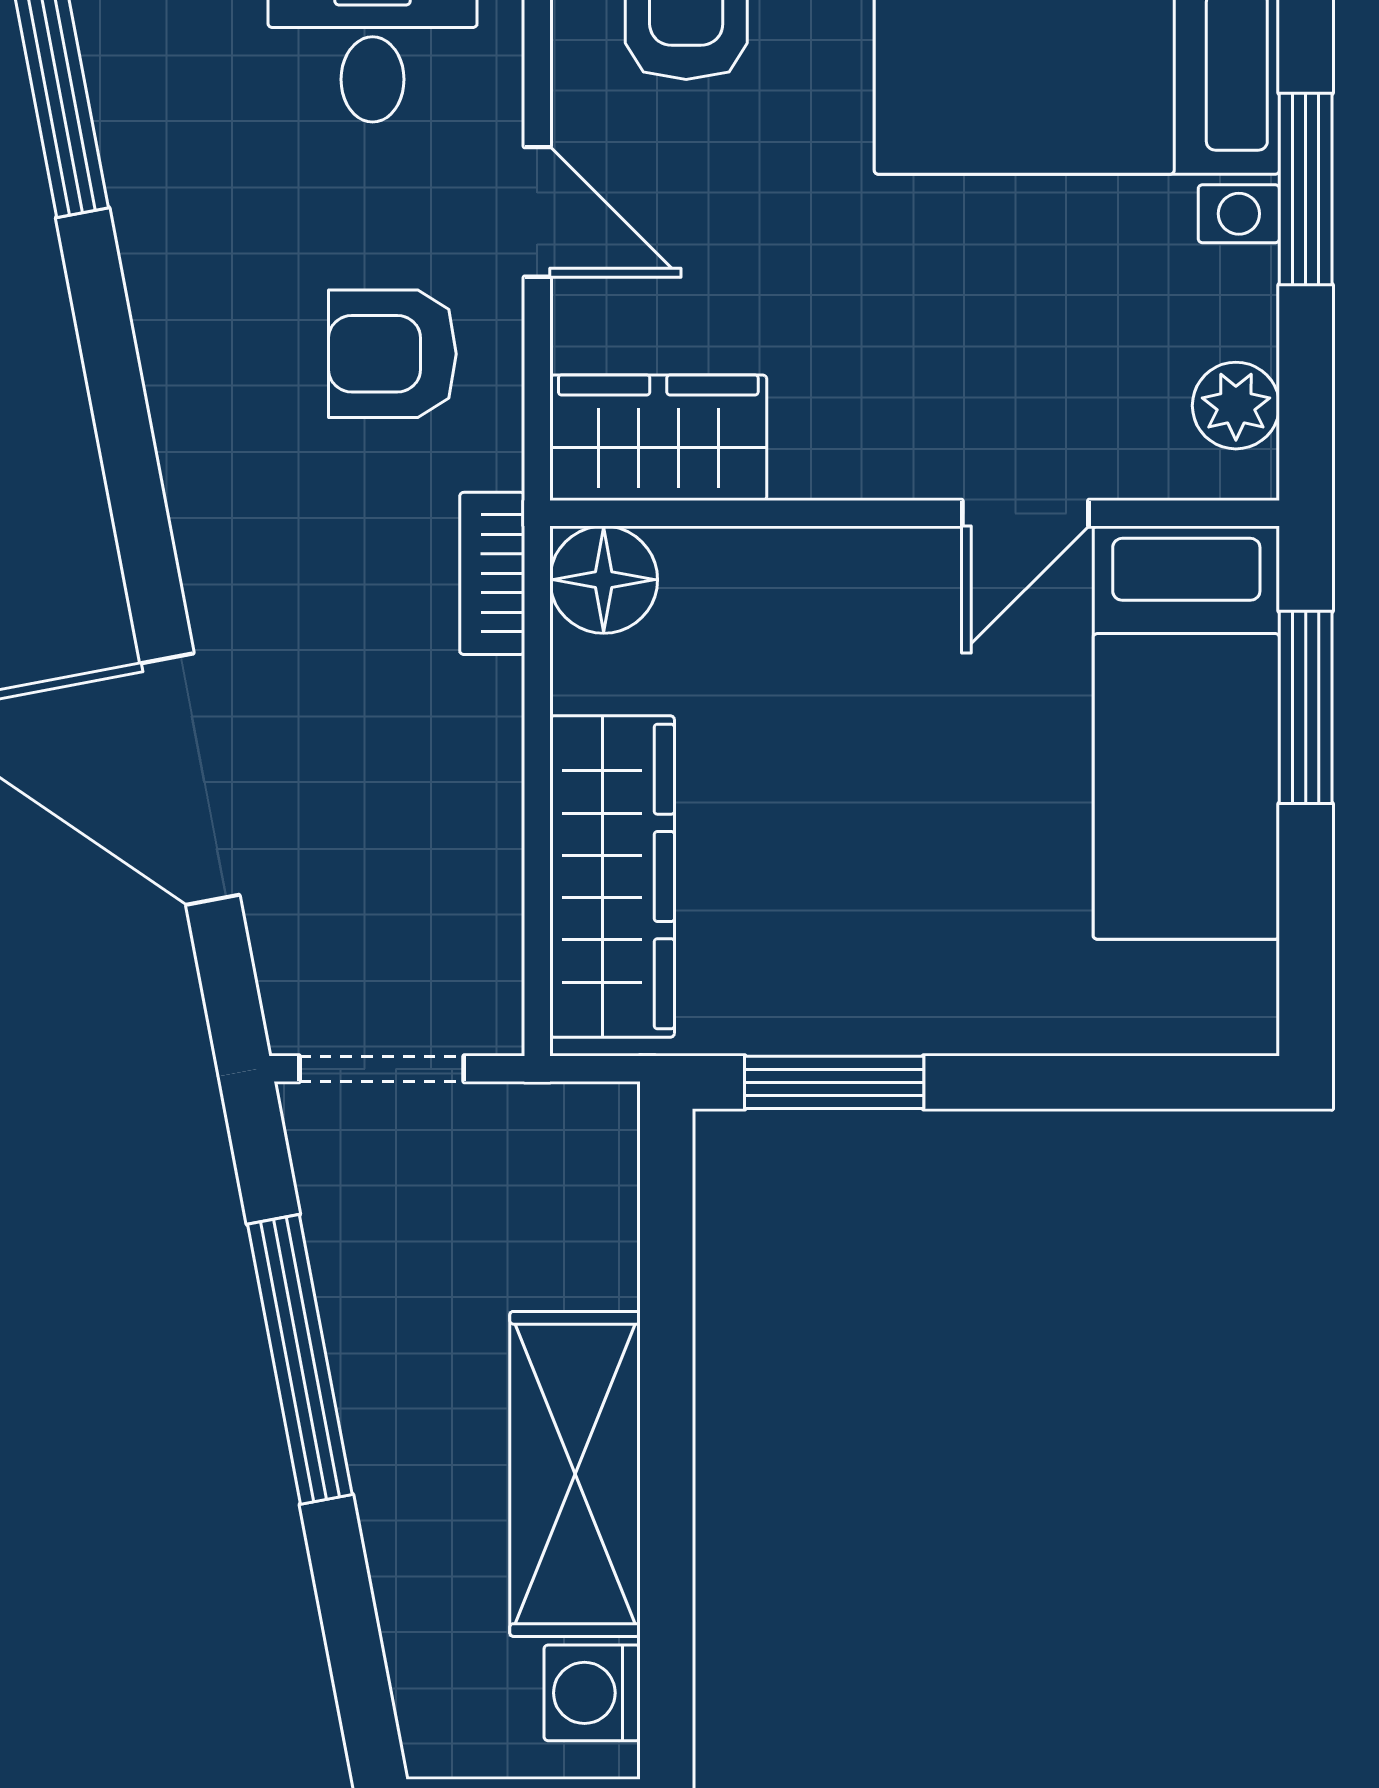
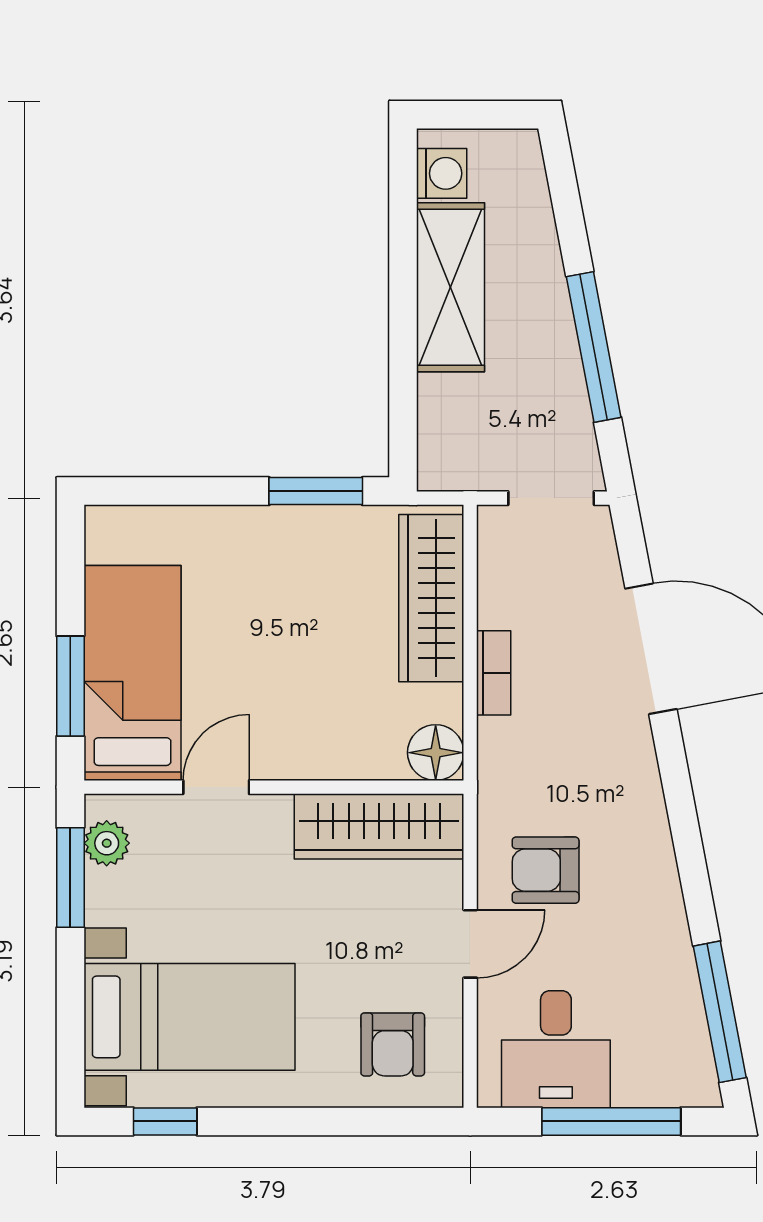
window: (1306, 189) -> (70, 878), moved
door: (537, 212) -> (470, 944), swing flipped
armchair: (392, 354) -> (546, 870), turned 180
wardrobe: (658, 438) -> (379, 826), width x1.50
bookcase: (492, 573) -> (494, 673), moved

